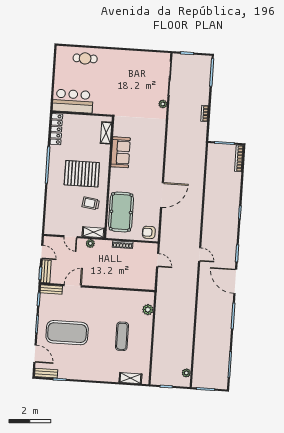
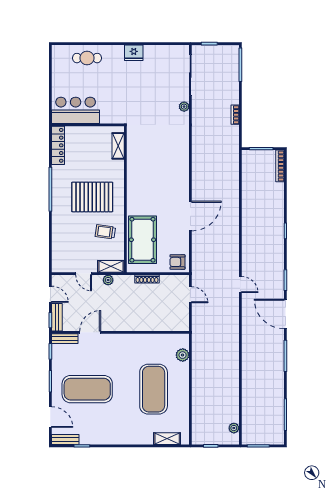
fridge: (124, 57) -> (134, 53), added
sofa: (121, 152) -> (137, 168), removed
exercise mat: (122, 336) -> (154, 389), width x2.00, depth x1.45

